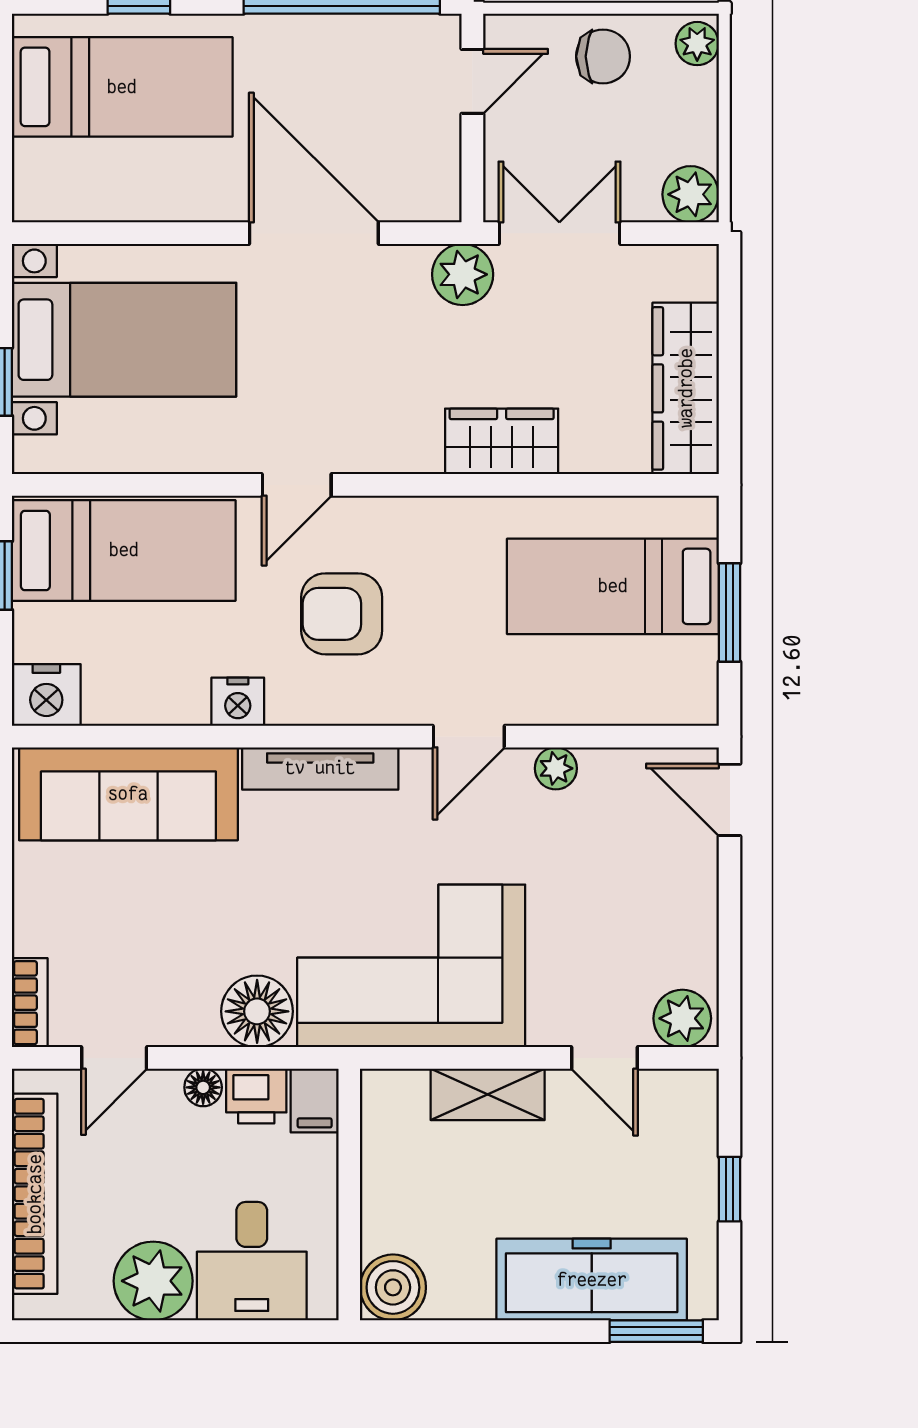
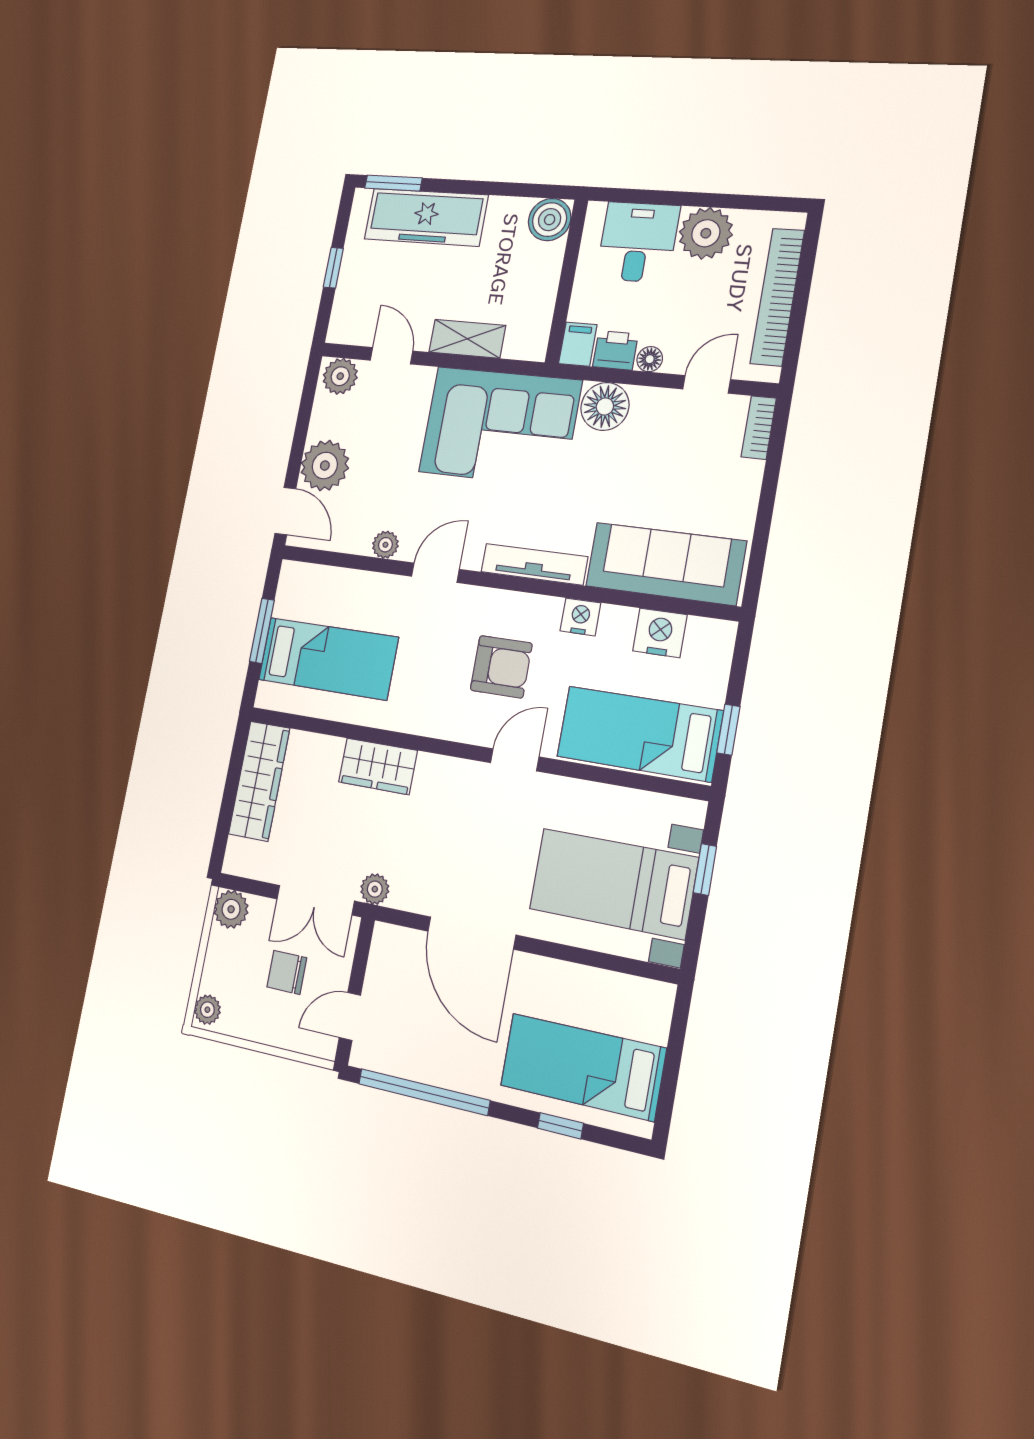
chair: (603, 56) -> (287, 972), moved
plant: (463, 274) -> (375, 889), width x0.73, depth x0.73
nightstand: (46, 695) -> (660, 633), moved
plant: (679, 877) -> (325, 466), added

